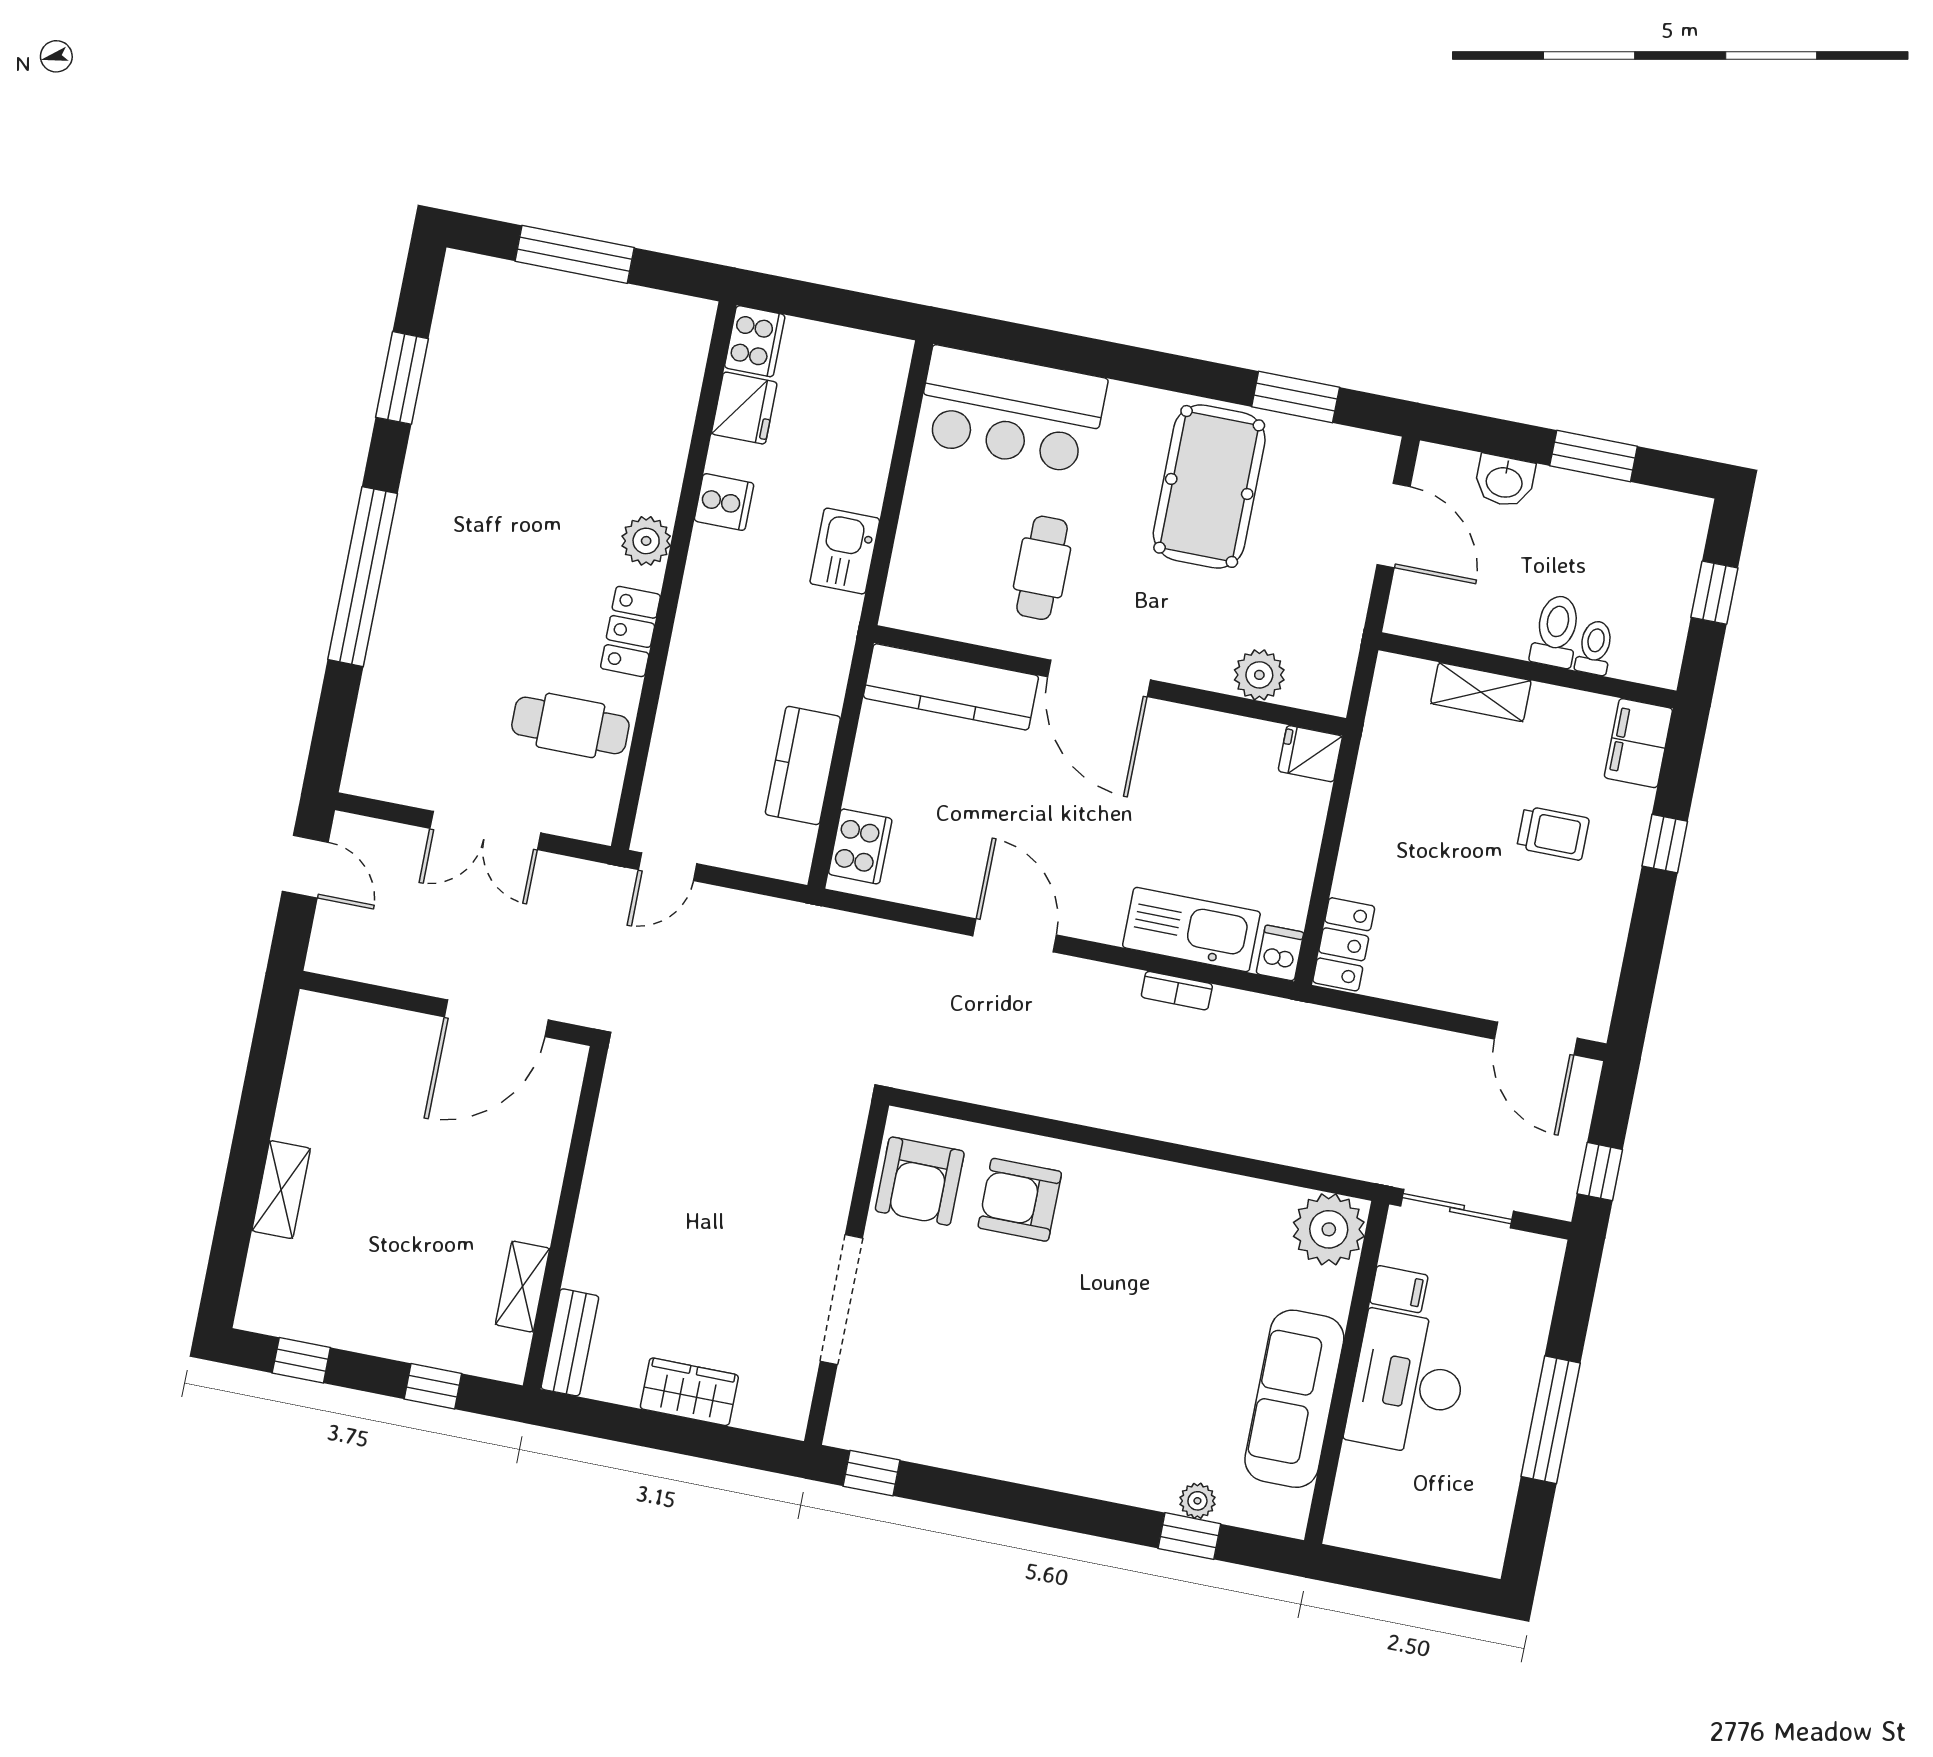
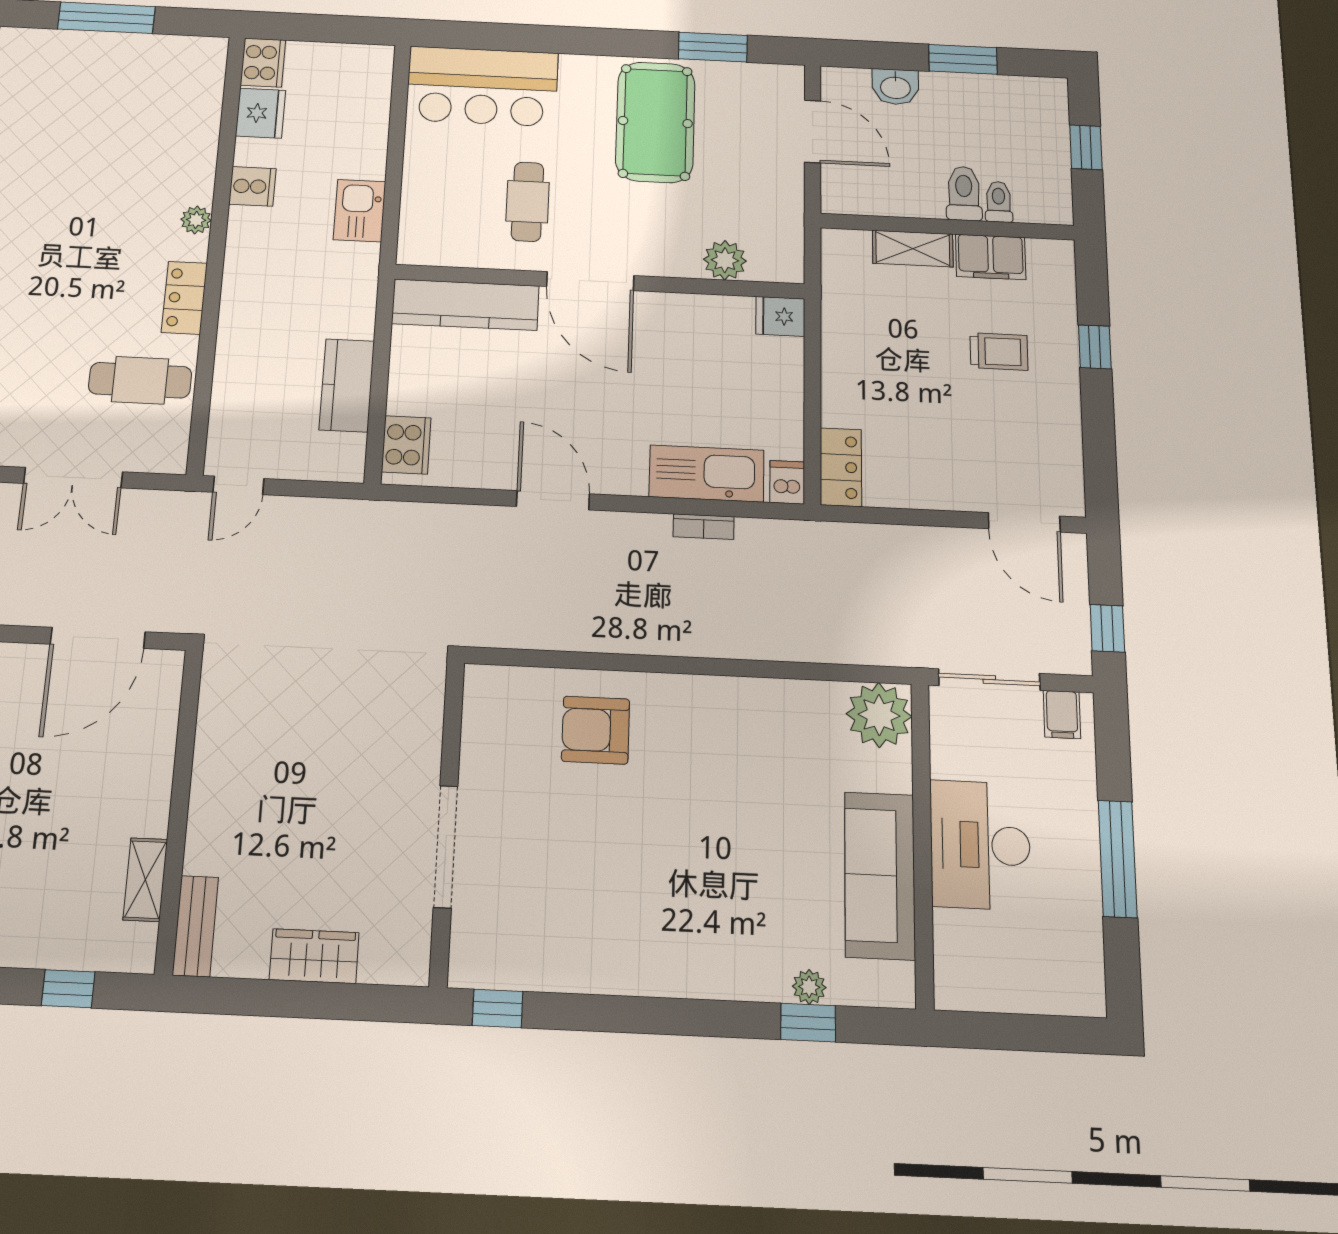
plant: (646, 541) -> (196, 220), width x0.73, depth x0.73
filing cabinet: (1638, 743) -> (991, 257), moved, turned -90
armchair: (920, 1181) -> (502, 727), removed
filing cabinet: (1399, 1289) -> (1062, 714), moved, turned 90

